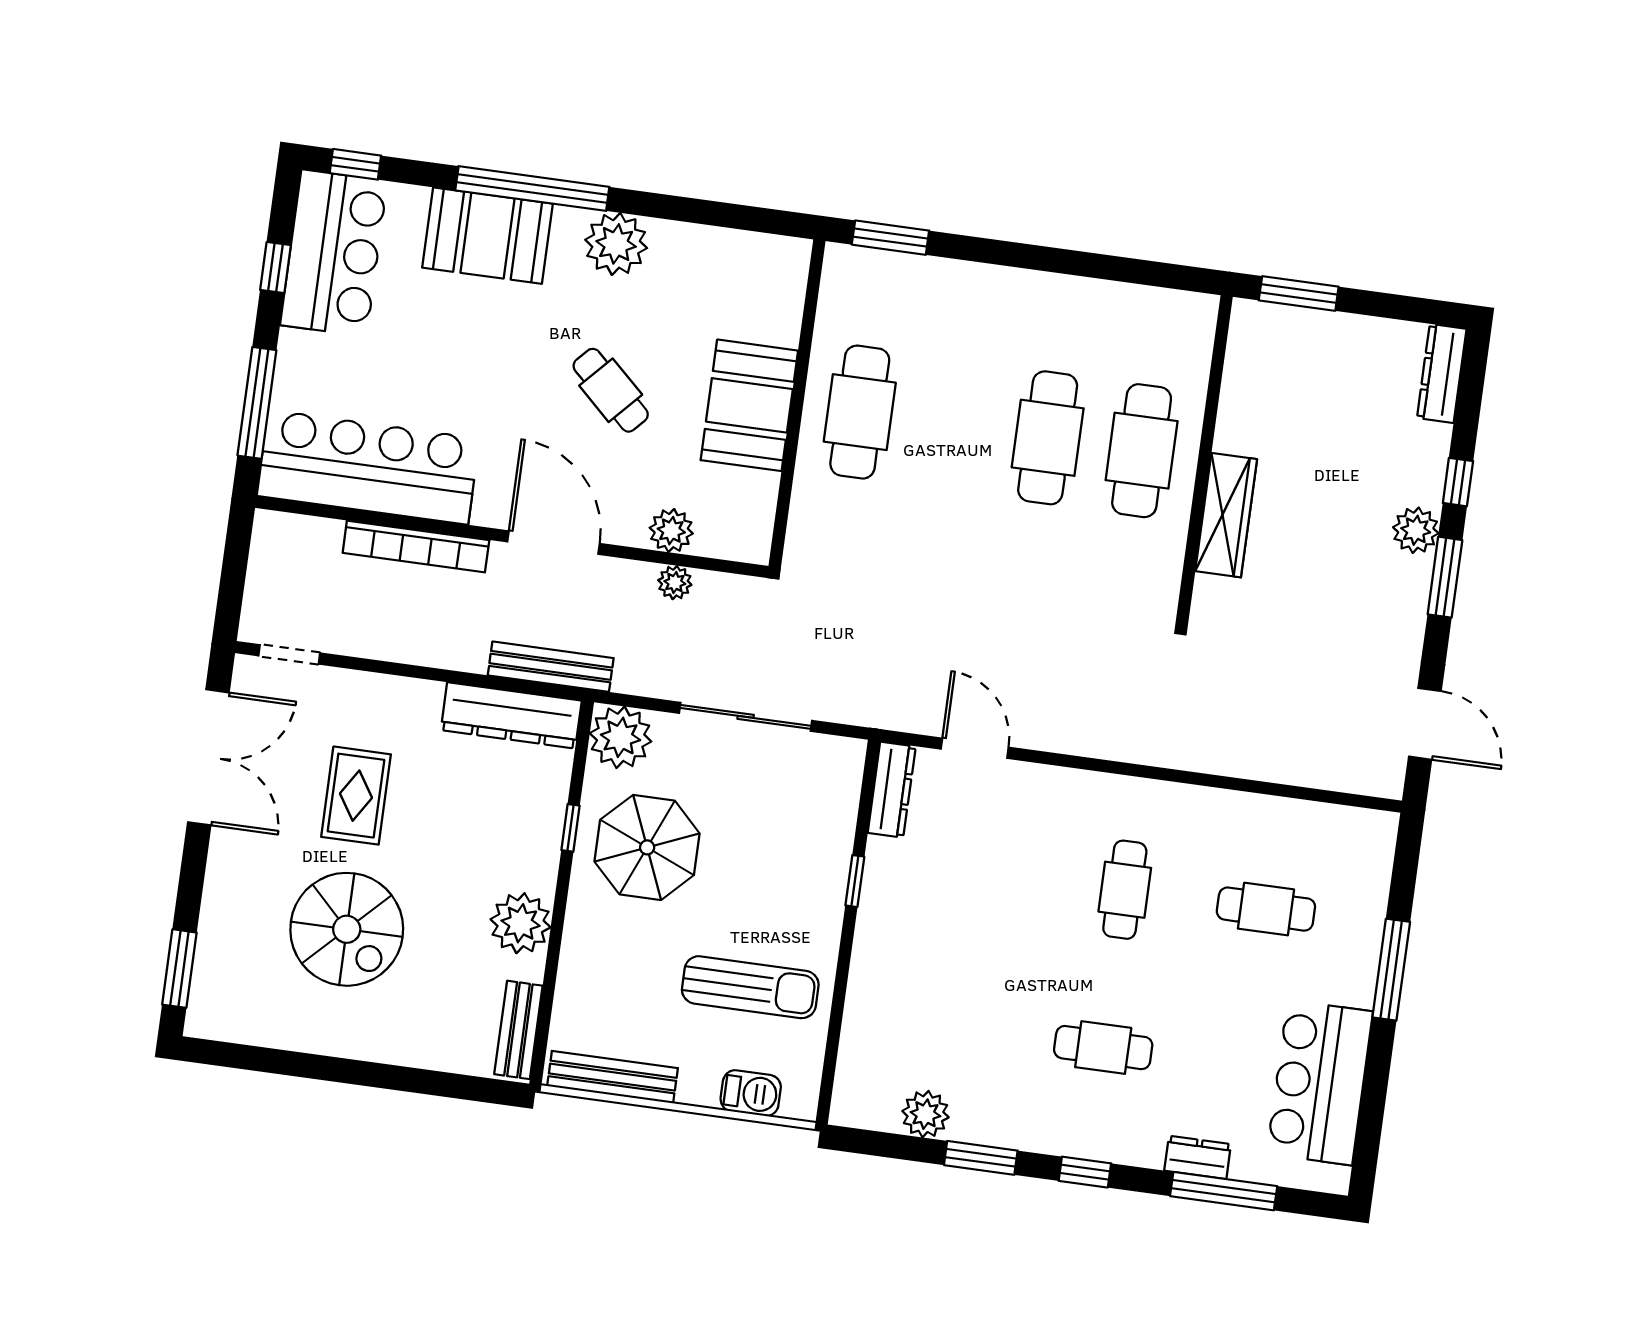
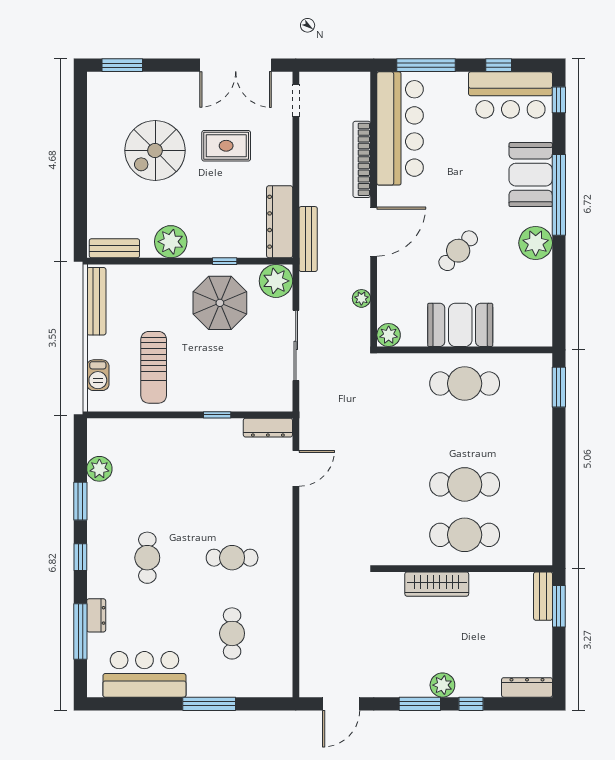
bench: (1276, 320) -> (543, 596), added
plant: (671, 531) -> (389, 335), moved

